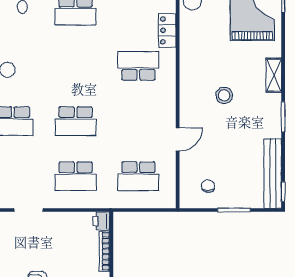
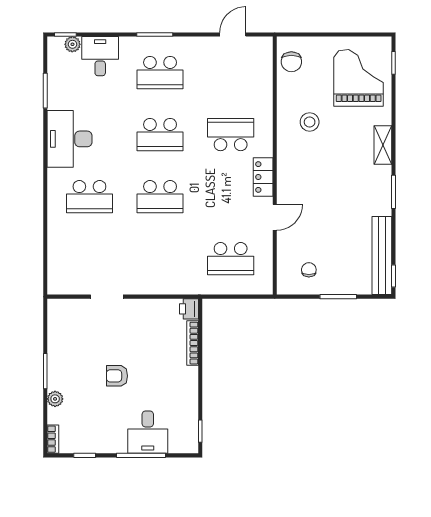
locker: (167, 30) -> (263, 177), moved
stool: (224, 95) -> (310, 122), moved
school desk: (76, 176) -> (160, 135), moved

